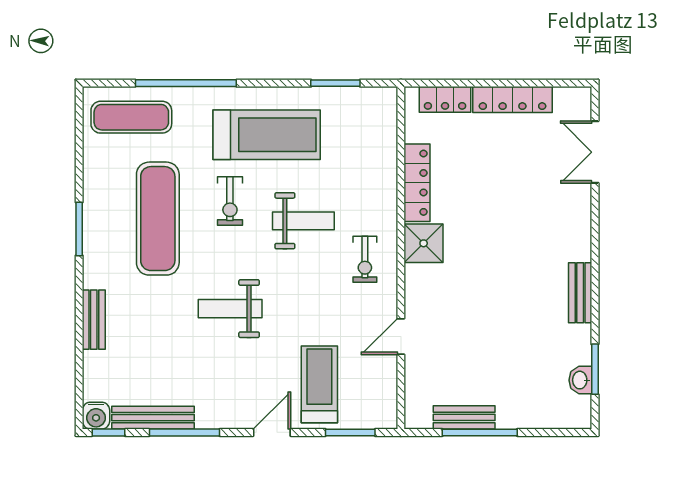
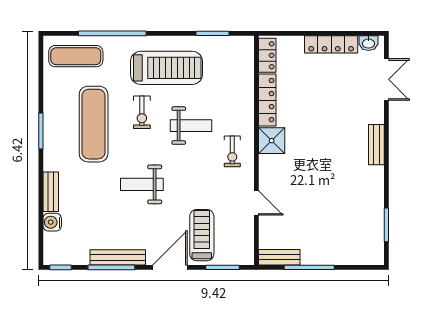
locker: (445, 99) -> (267, 55), moved, turned -90
double door: (595, 152) -> (386, 79), swing flipped
bench: (580, 293) -> (376, 145), moved
door: (401, 336) -> (256, 203), swing flipped
washbasin: (580, 380) -> (368, 43), moved, turned -90
water cooler: (96, 416) -> (52, 222), moved, turned 90
bench: (464, 417) -> (279, 257), moved
bench: (153, 418) -> (118, 257), moved
door: (272, 432) -> (170, 267), width x1.38

